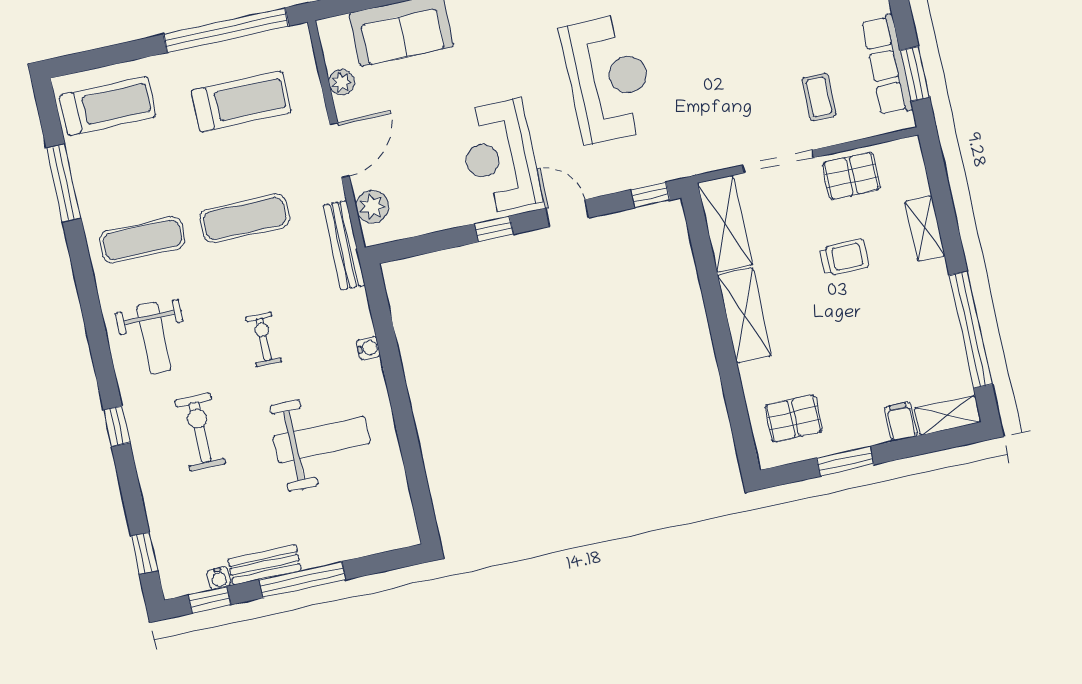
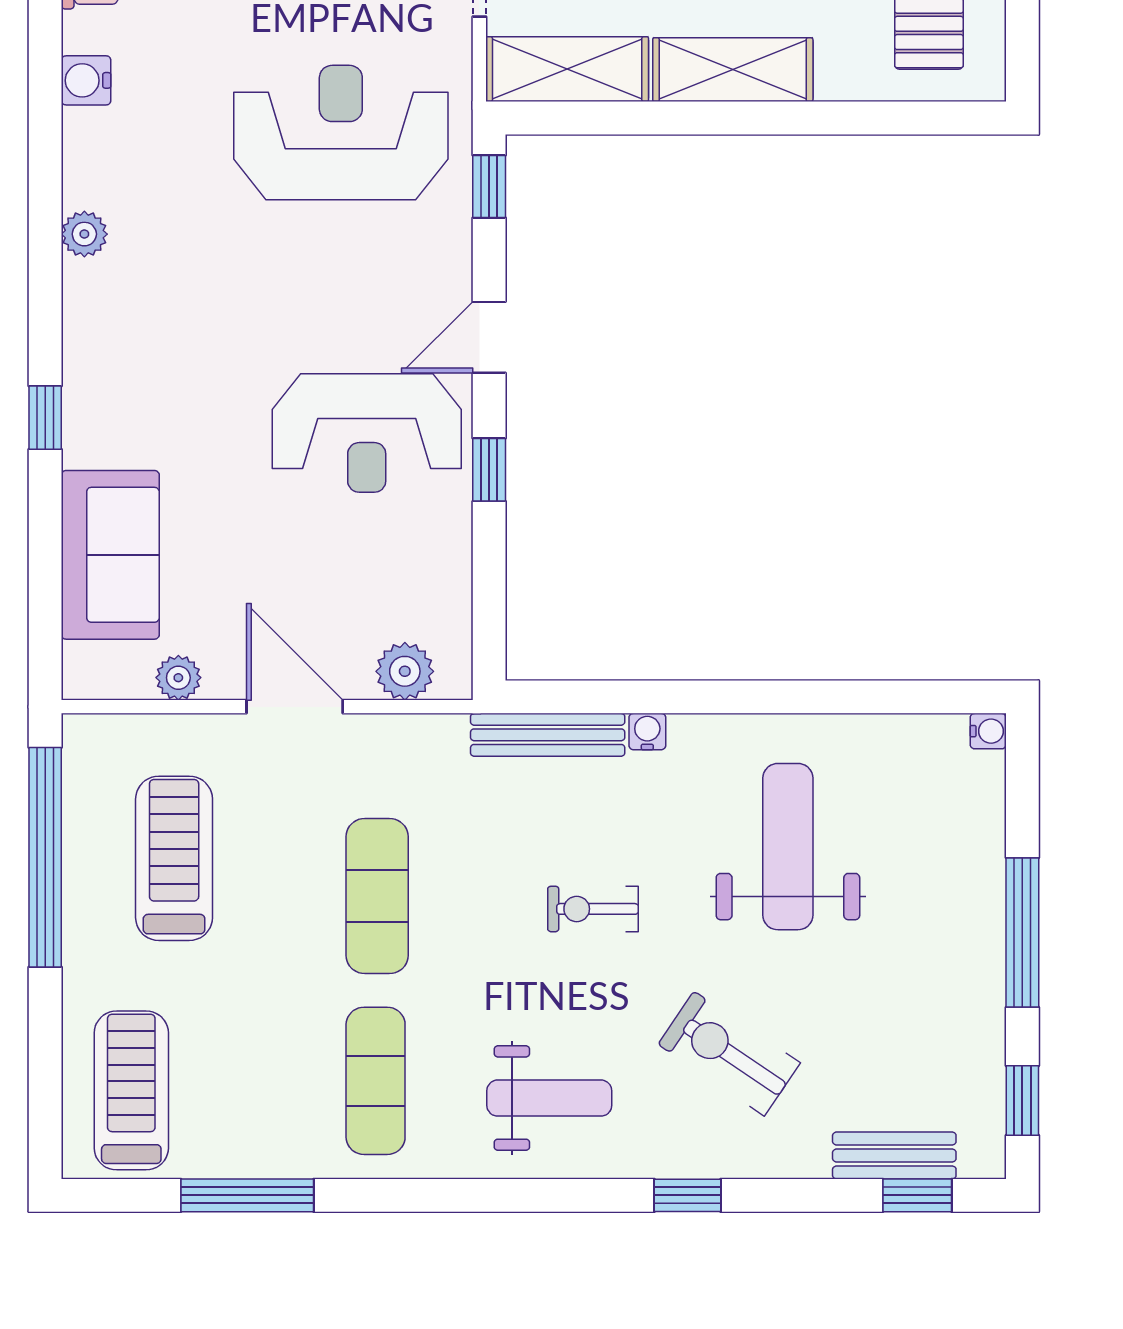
reception desk: (608, 79) -> (341, 132), moved
bench: (344, 245) -> (548, 735), moved
exercise bike: (200, 432) -> (729, 1054), turned 34
bench: (265, 565) -> (894, 1155), moved, turned 90
water cooler: (219, 578) -> (988, 731), moved

